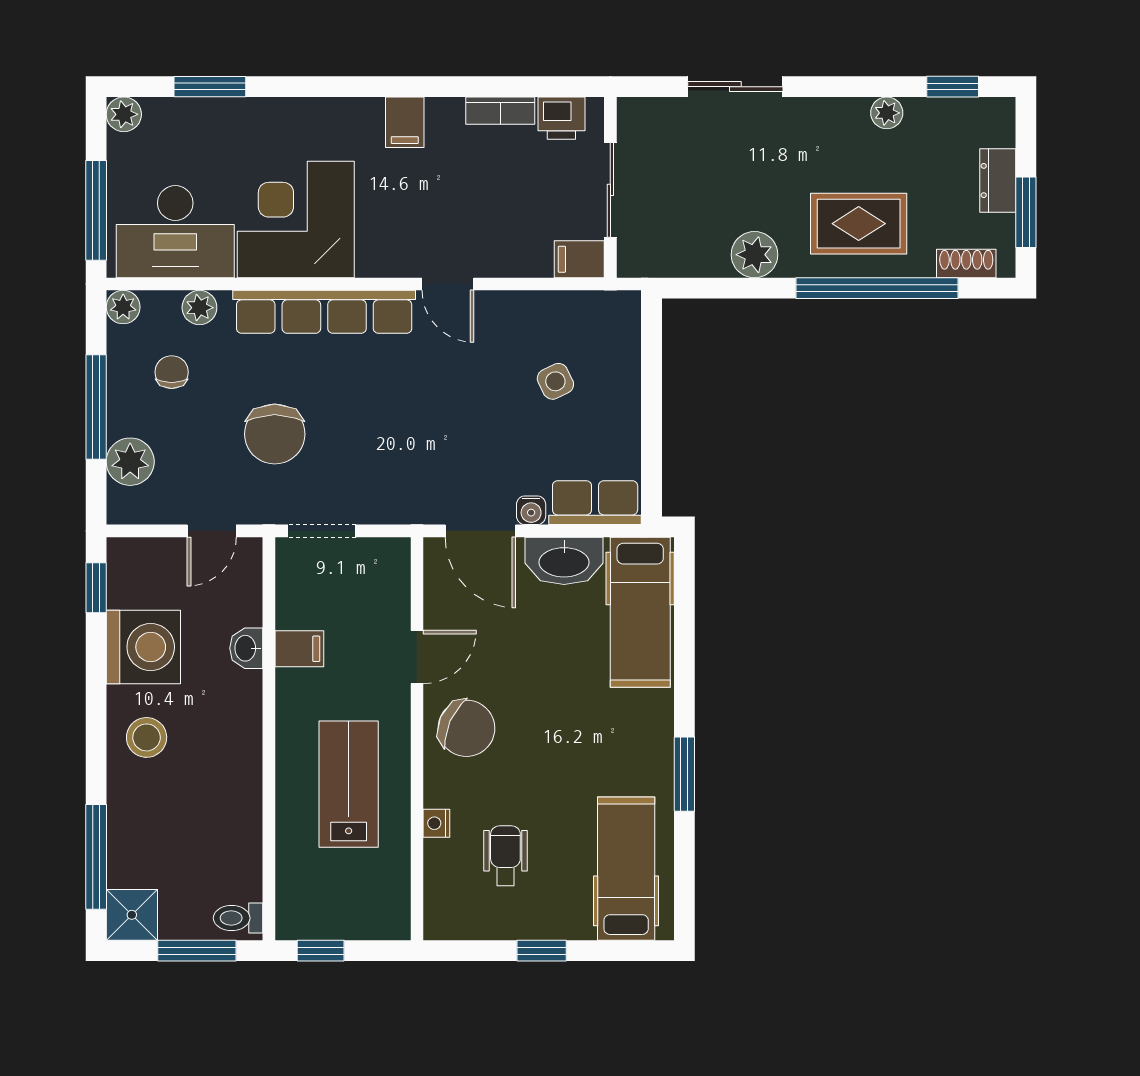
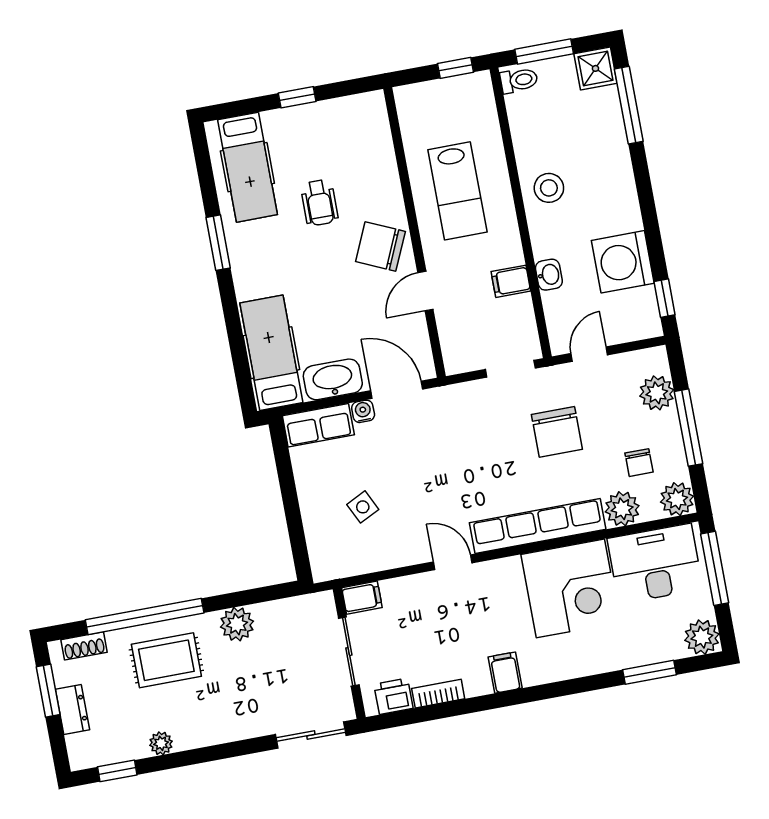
sliding door: (735, 87) -> (311, 735), moved
plant: (124, 114) -> (702, 637), width x1.38, depth x1.38
plant: (123, 307) -> (677, 499), width x1.38, depth x1.38
plant: (199, 308) -> (622, 509), width x1.38, depth x1.38
chair: (275, 434) -> (557, 432), turned 180
stool: (147, 737) -> (549, 188), moved
nightstand: (436, 823) -> (389, 175), removed
wheelchair: (505, 856) -> (319, 203), moved

